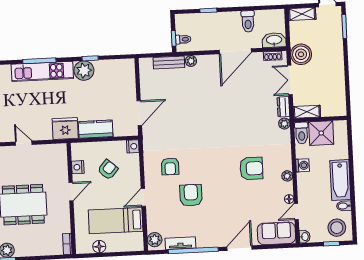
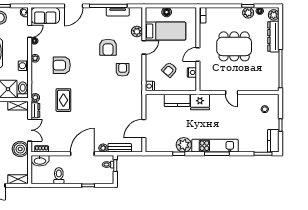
door: (235, 51) -> (82, 154), moved
door: (139, 113) -> (144, 129), moved
rug: (247, 122) -> (63, 100), added
plant: (155, 240) -> (137, 31), moved
floor lamp: (99, 247) -> (167, 12), moved

